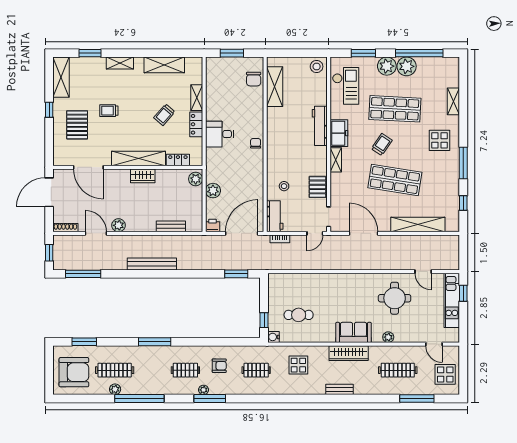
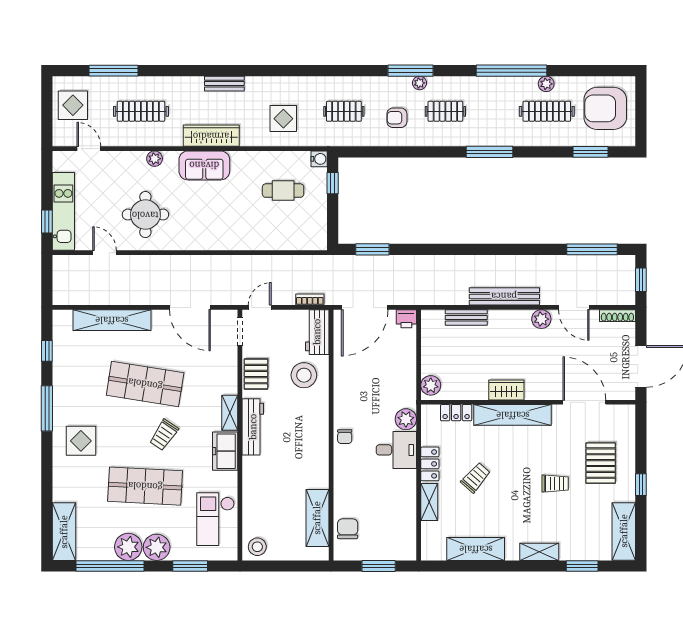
shelving: (453, 101) -> (64, 532), moved, width x1.50, depth x1.33
workbench: (320, 126) -> (253, 427), moved
stool: (284, 186) -> (304, 375), width x1.89, depth x1.89
plant: (213, 191) -> (406, 419), moved
bench: (152, 264) -> (504, 296), moved

